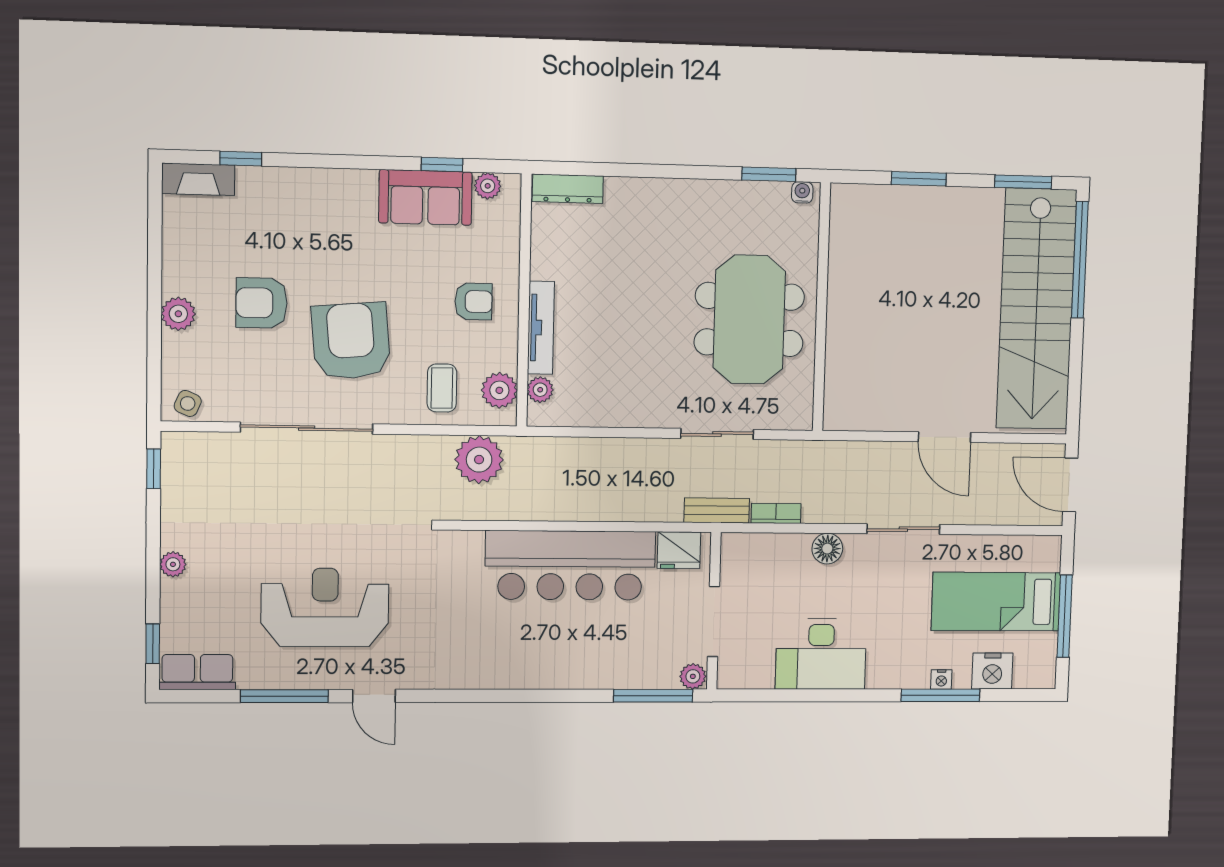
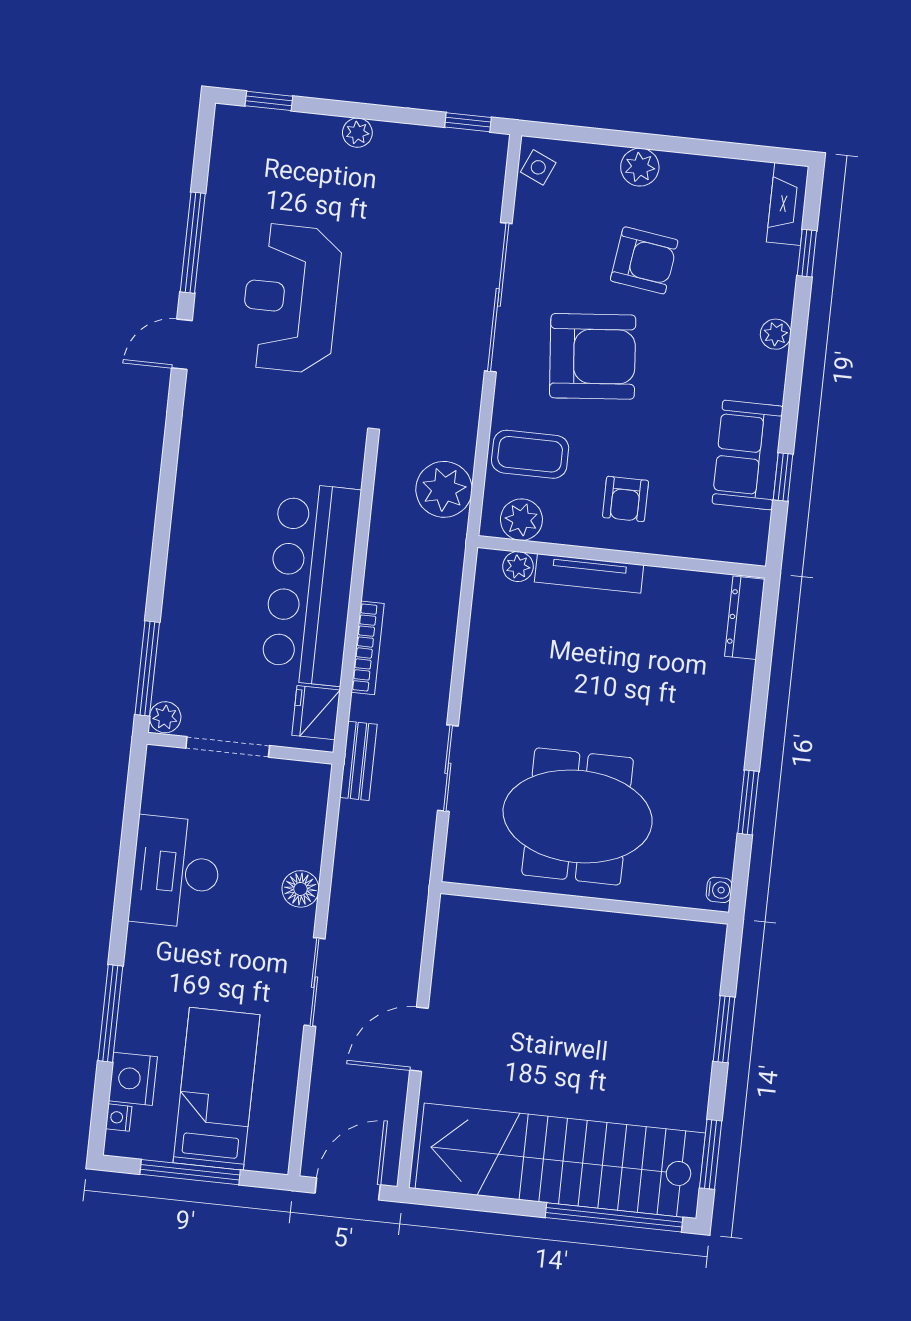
window: (769, 174) -> (748, 802), moved
plant: (488, 186) -> (776, 334), moved
armchair: (262, 303) -> (644, 260), turned 98
coffee table: (442, 388) -> (530, 454), width x1.36, depth x1.30
bookcase: (776, 513) -> (368, 648), moved, width x1.56
reception desk: (325, 607) -> (291, 298), turned 180
row of seats: (197, 672) -> (231, 147), removed
nightstand: (941, 679) -> (119, 1118), moved

